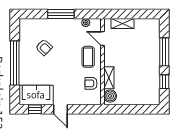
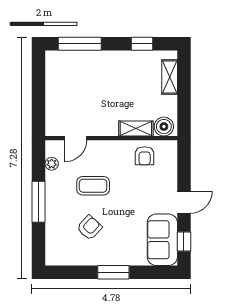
shelving: (122, 23) -> (170, 77), moved
window: (164, 52) -> (80, 44), moved
coffee table: (88, 57) -> (93, 186), moved
window: (15, 63) -> (113, 272), width x0.47

